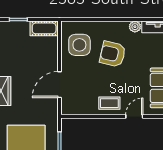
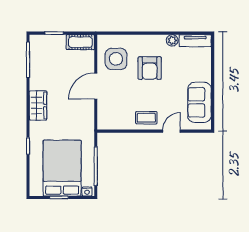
armchair: (113, 54) -> (150, 68), turned -103
door: (59, 85) -> (96, 86), moved

